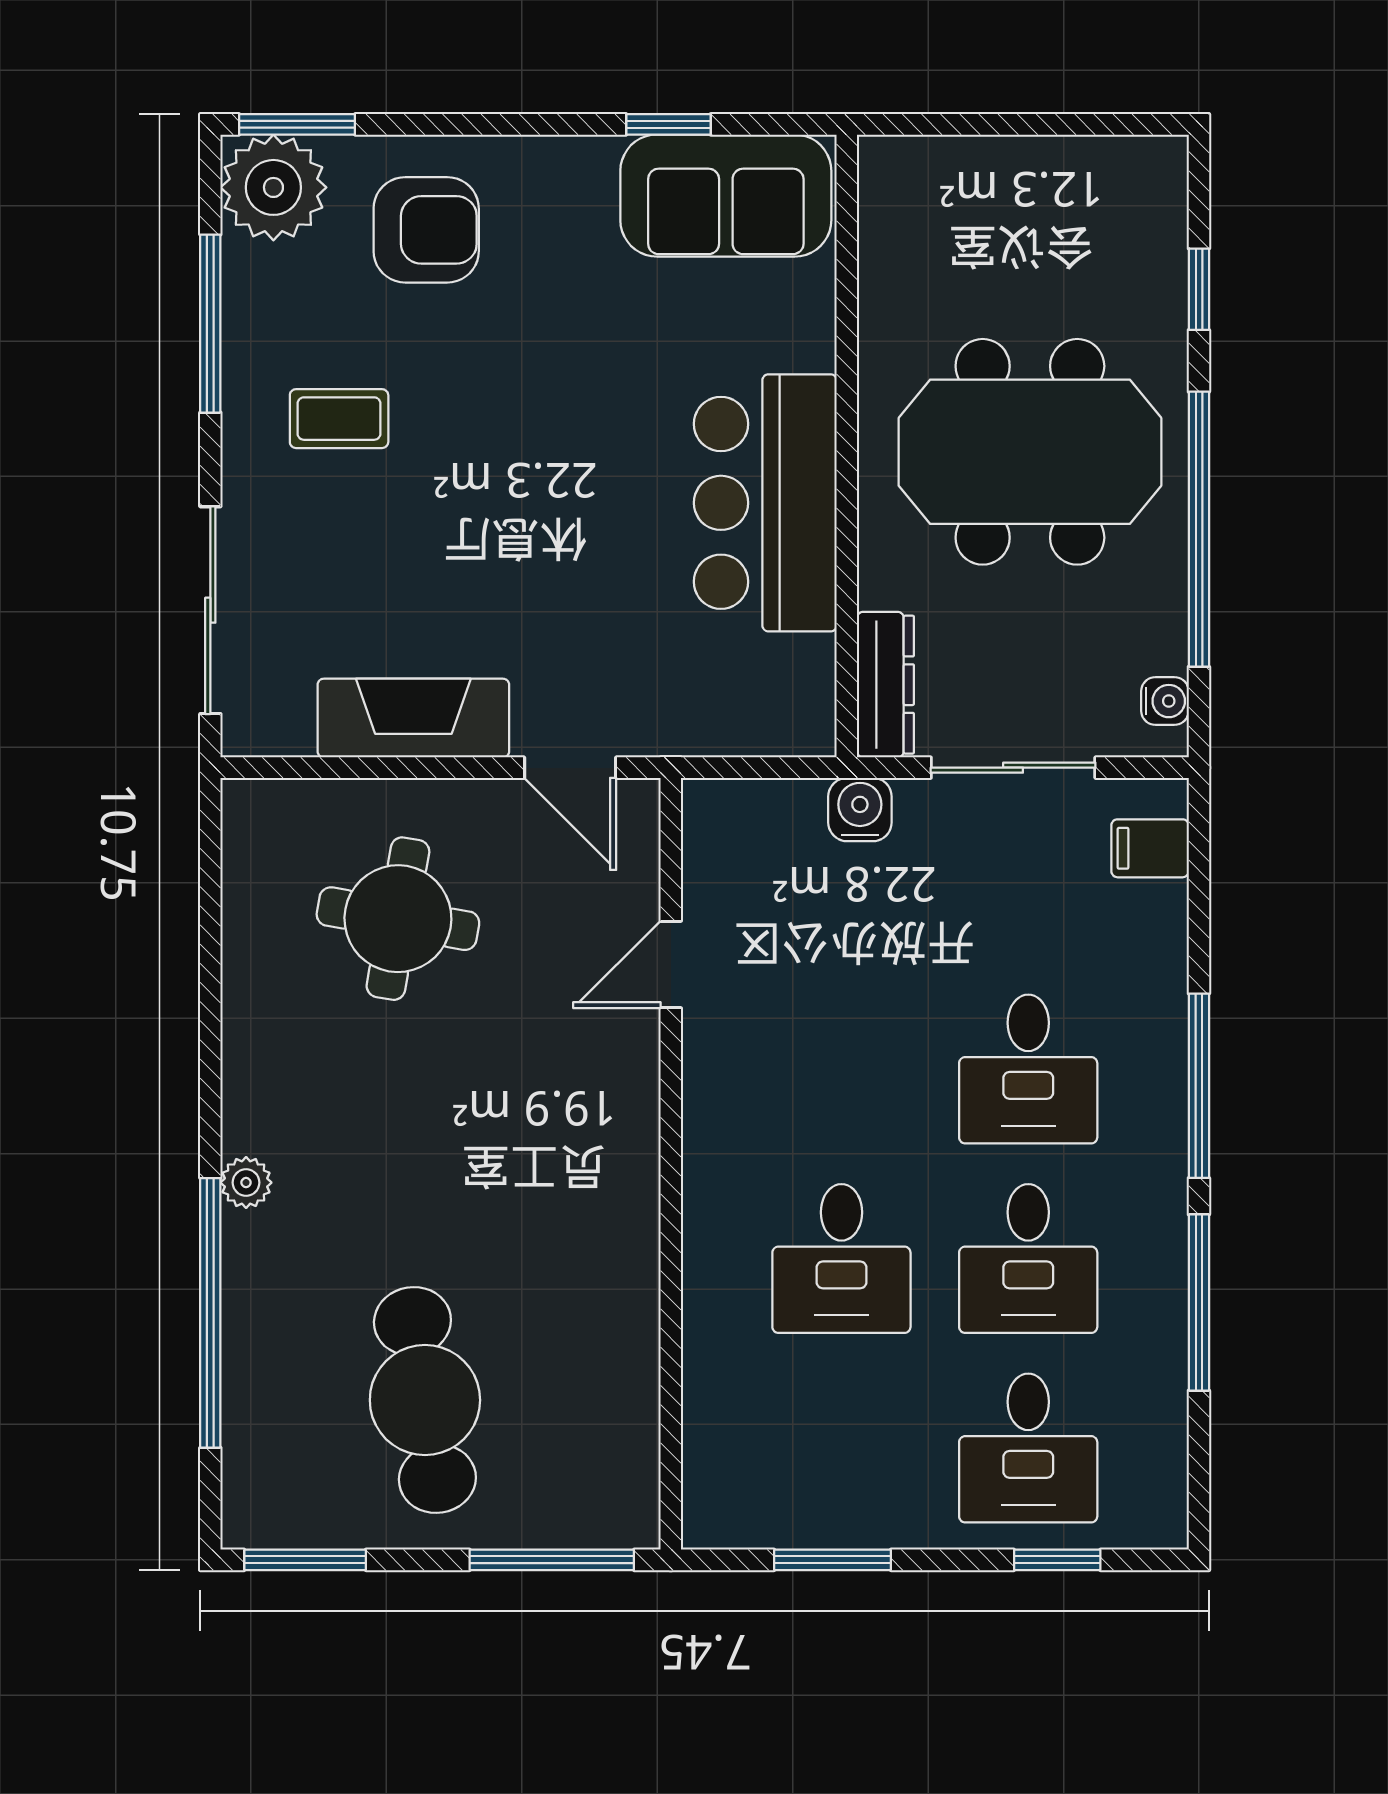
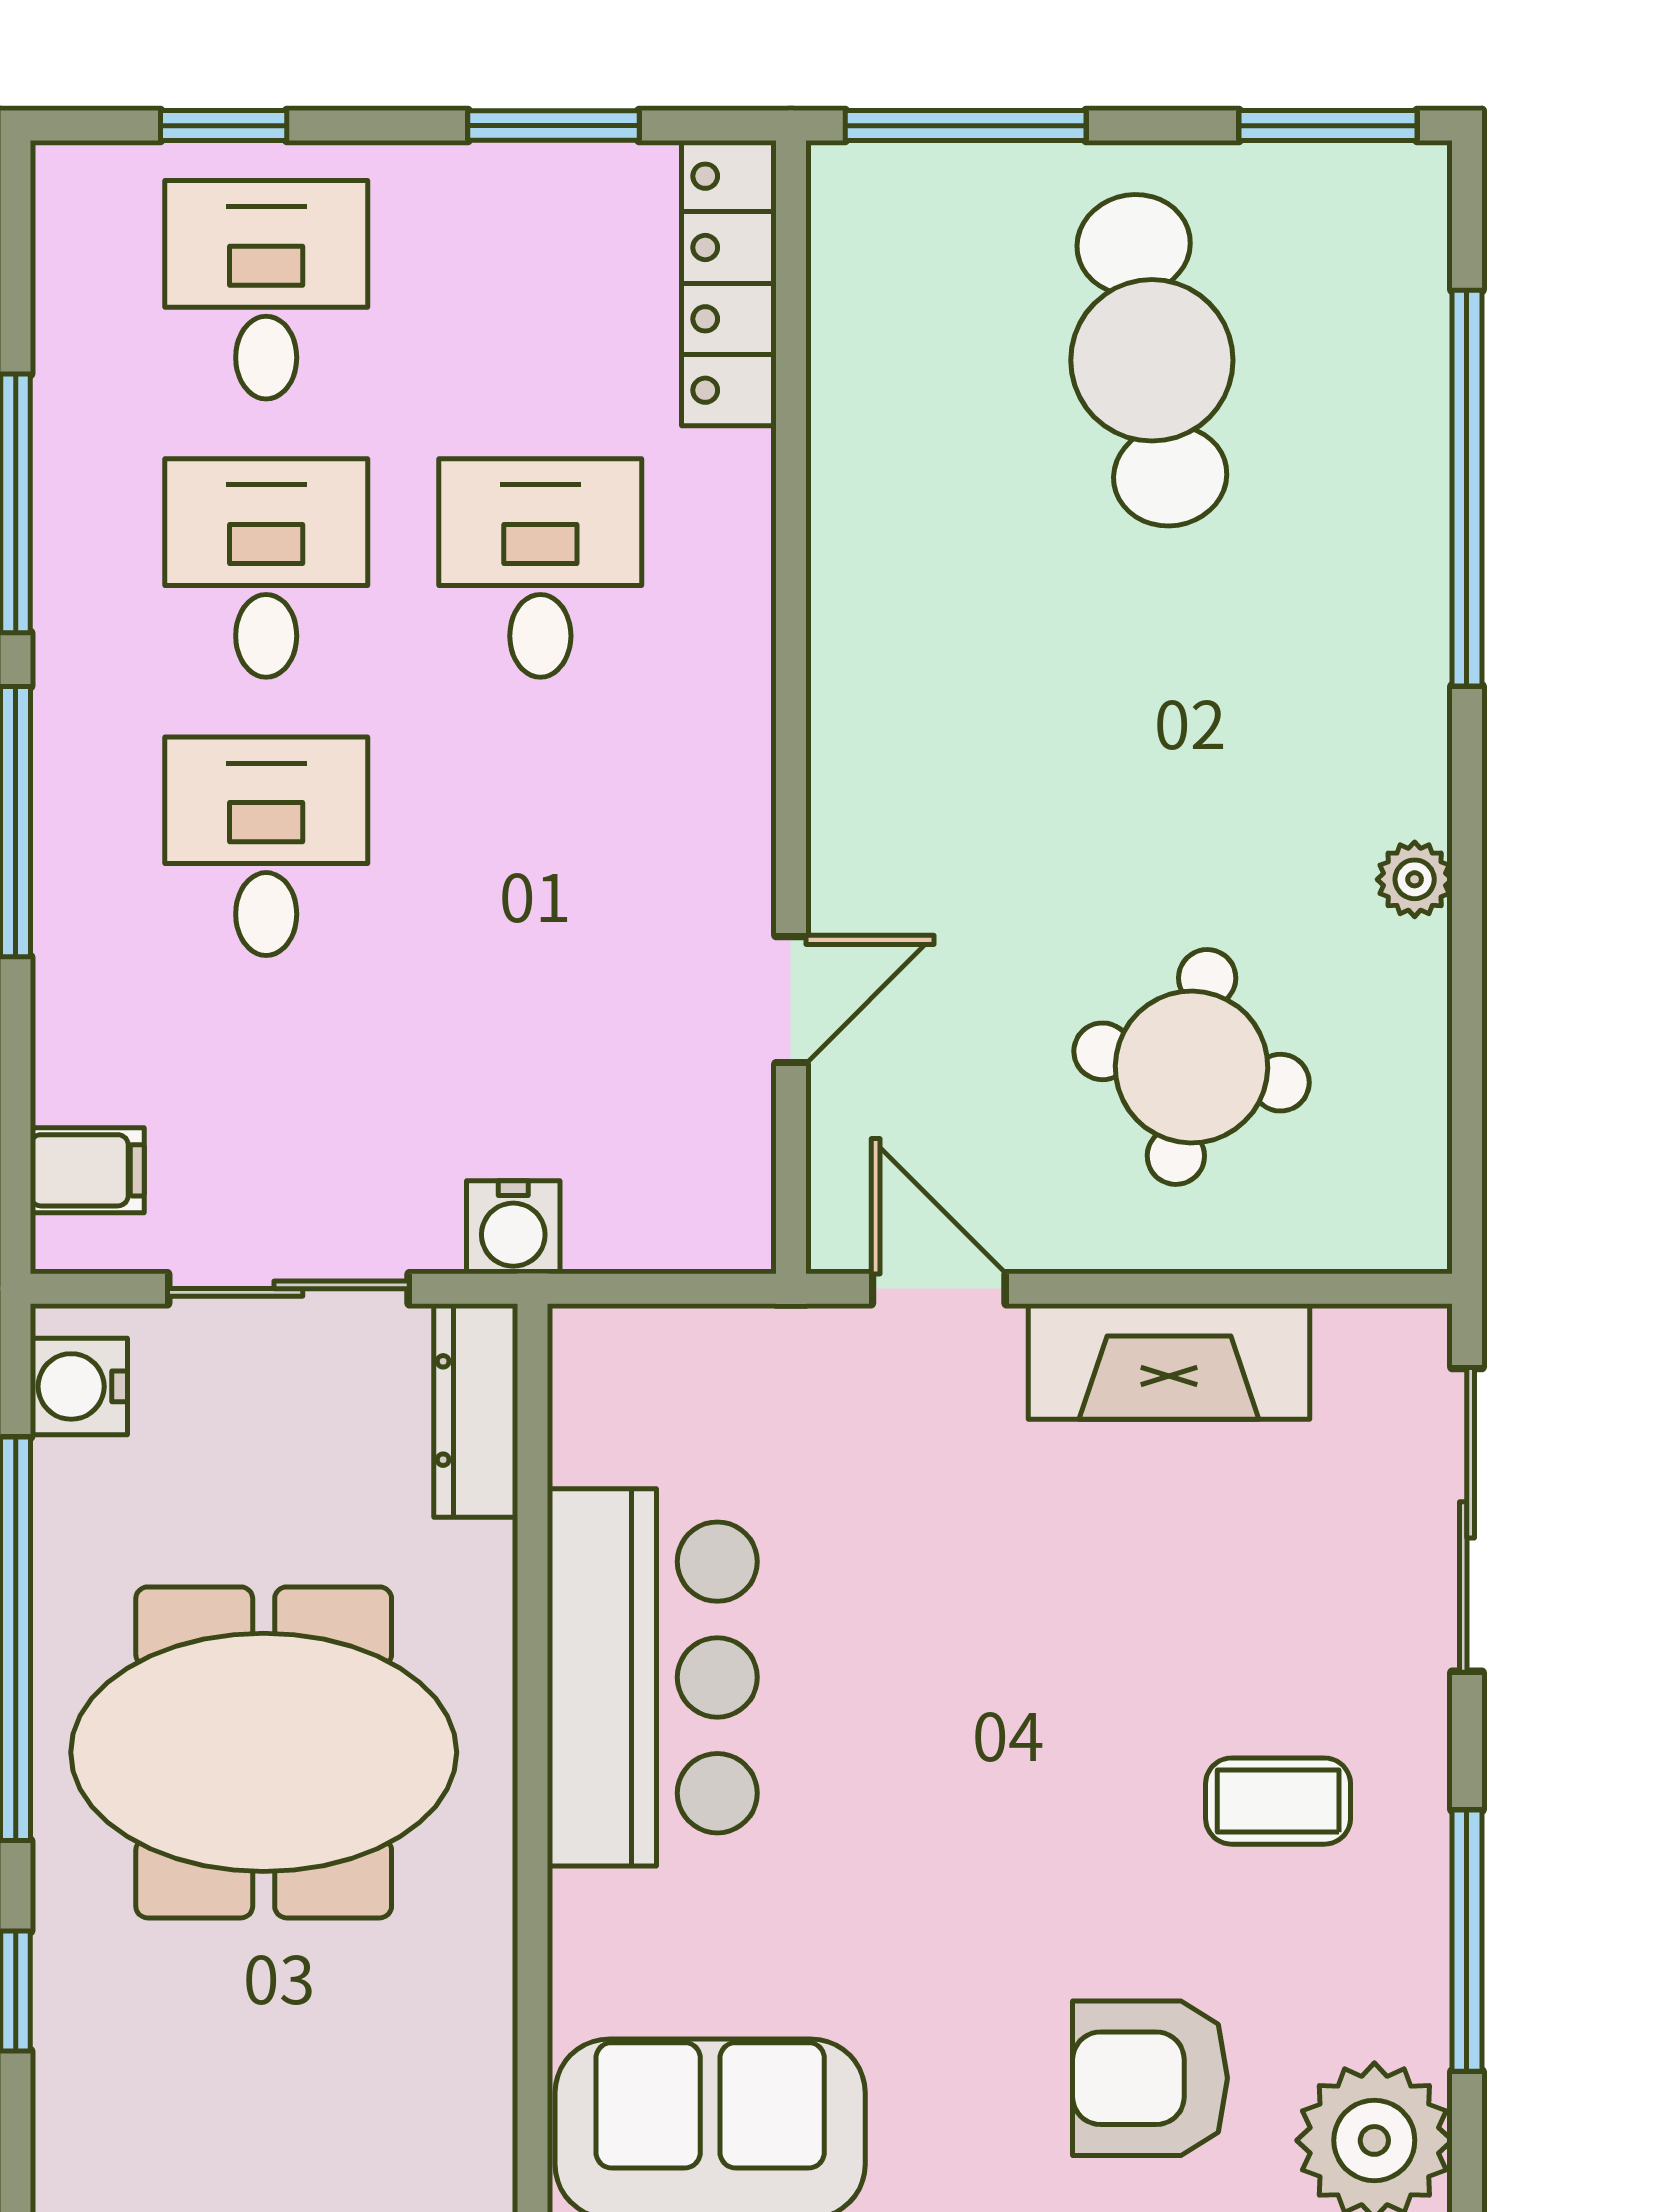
water cooler: (1165, 701) -> (79, 1386), width x1.38, depth x1.38
plant: (246, 1183) -> (1415, 879), moved
locker: (713, 1452) -> (729, 283), added

